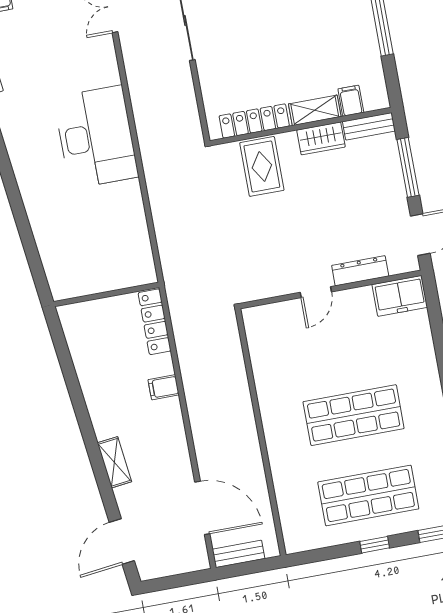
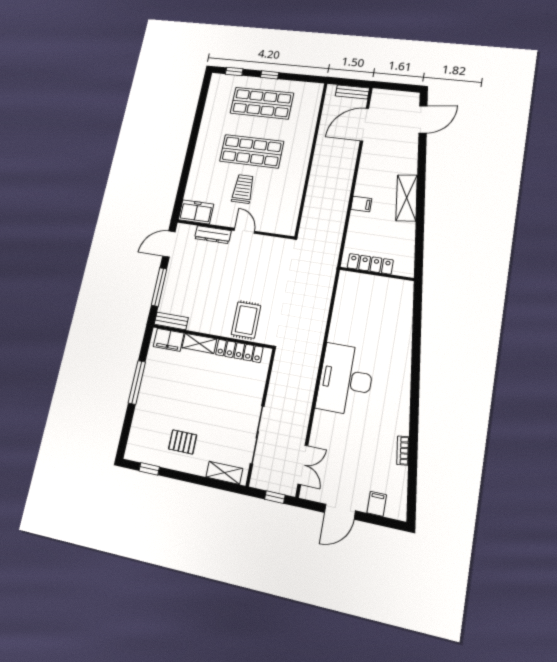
filing cabinet: (351, 101) -> (169, 340), width x2.00
wardrobe: (321, 138) -> (203, 324), removed
door: (316, 292) -> (244, 231), hinge flipped
locker: (155, 322) -> (370, 264), moved, turned -90
trolley: (343, 354) -> (243, 189), added
shelving: (114, 462) -> (407, 198), moved, width x1.50, depth x1.33
door: (202, 508) -> (364, 125), hinge flipped

